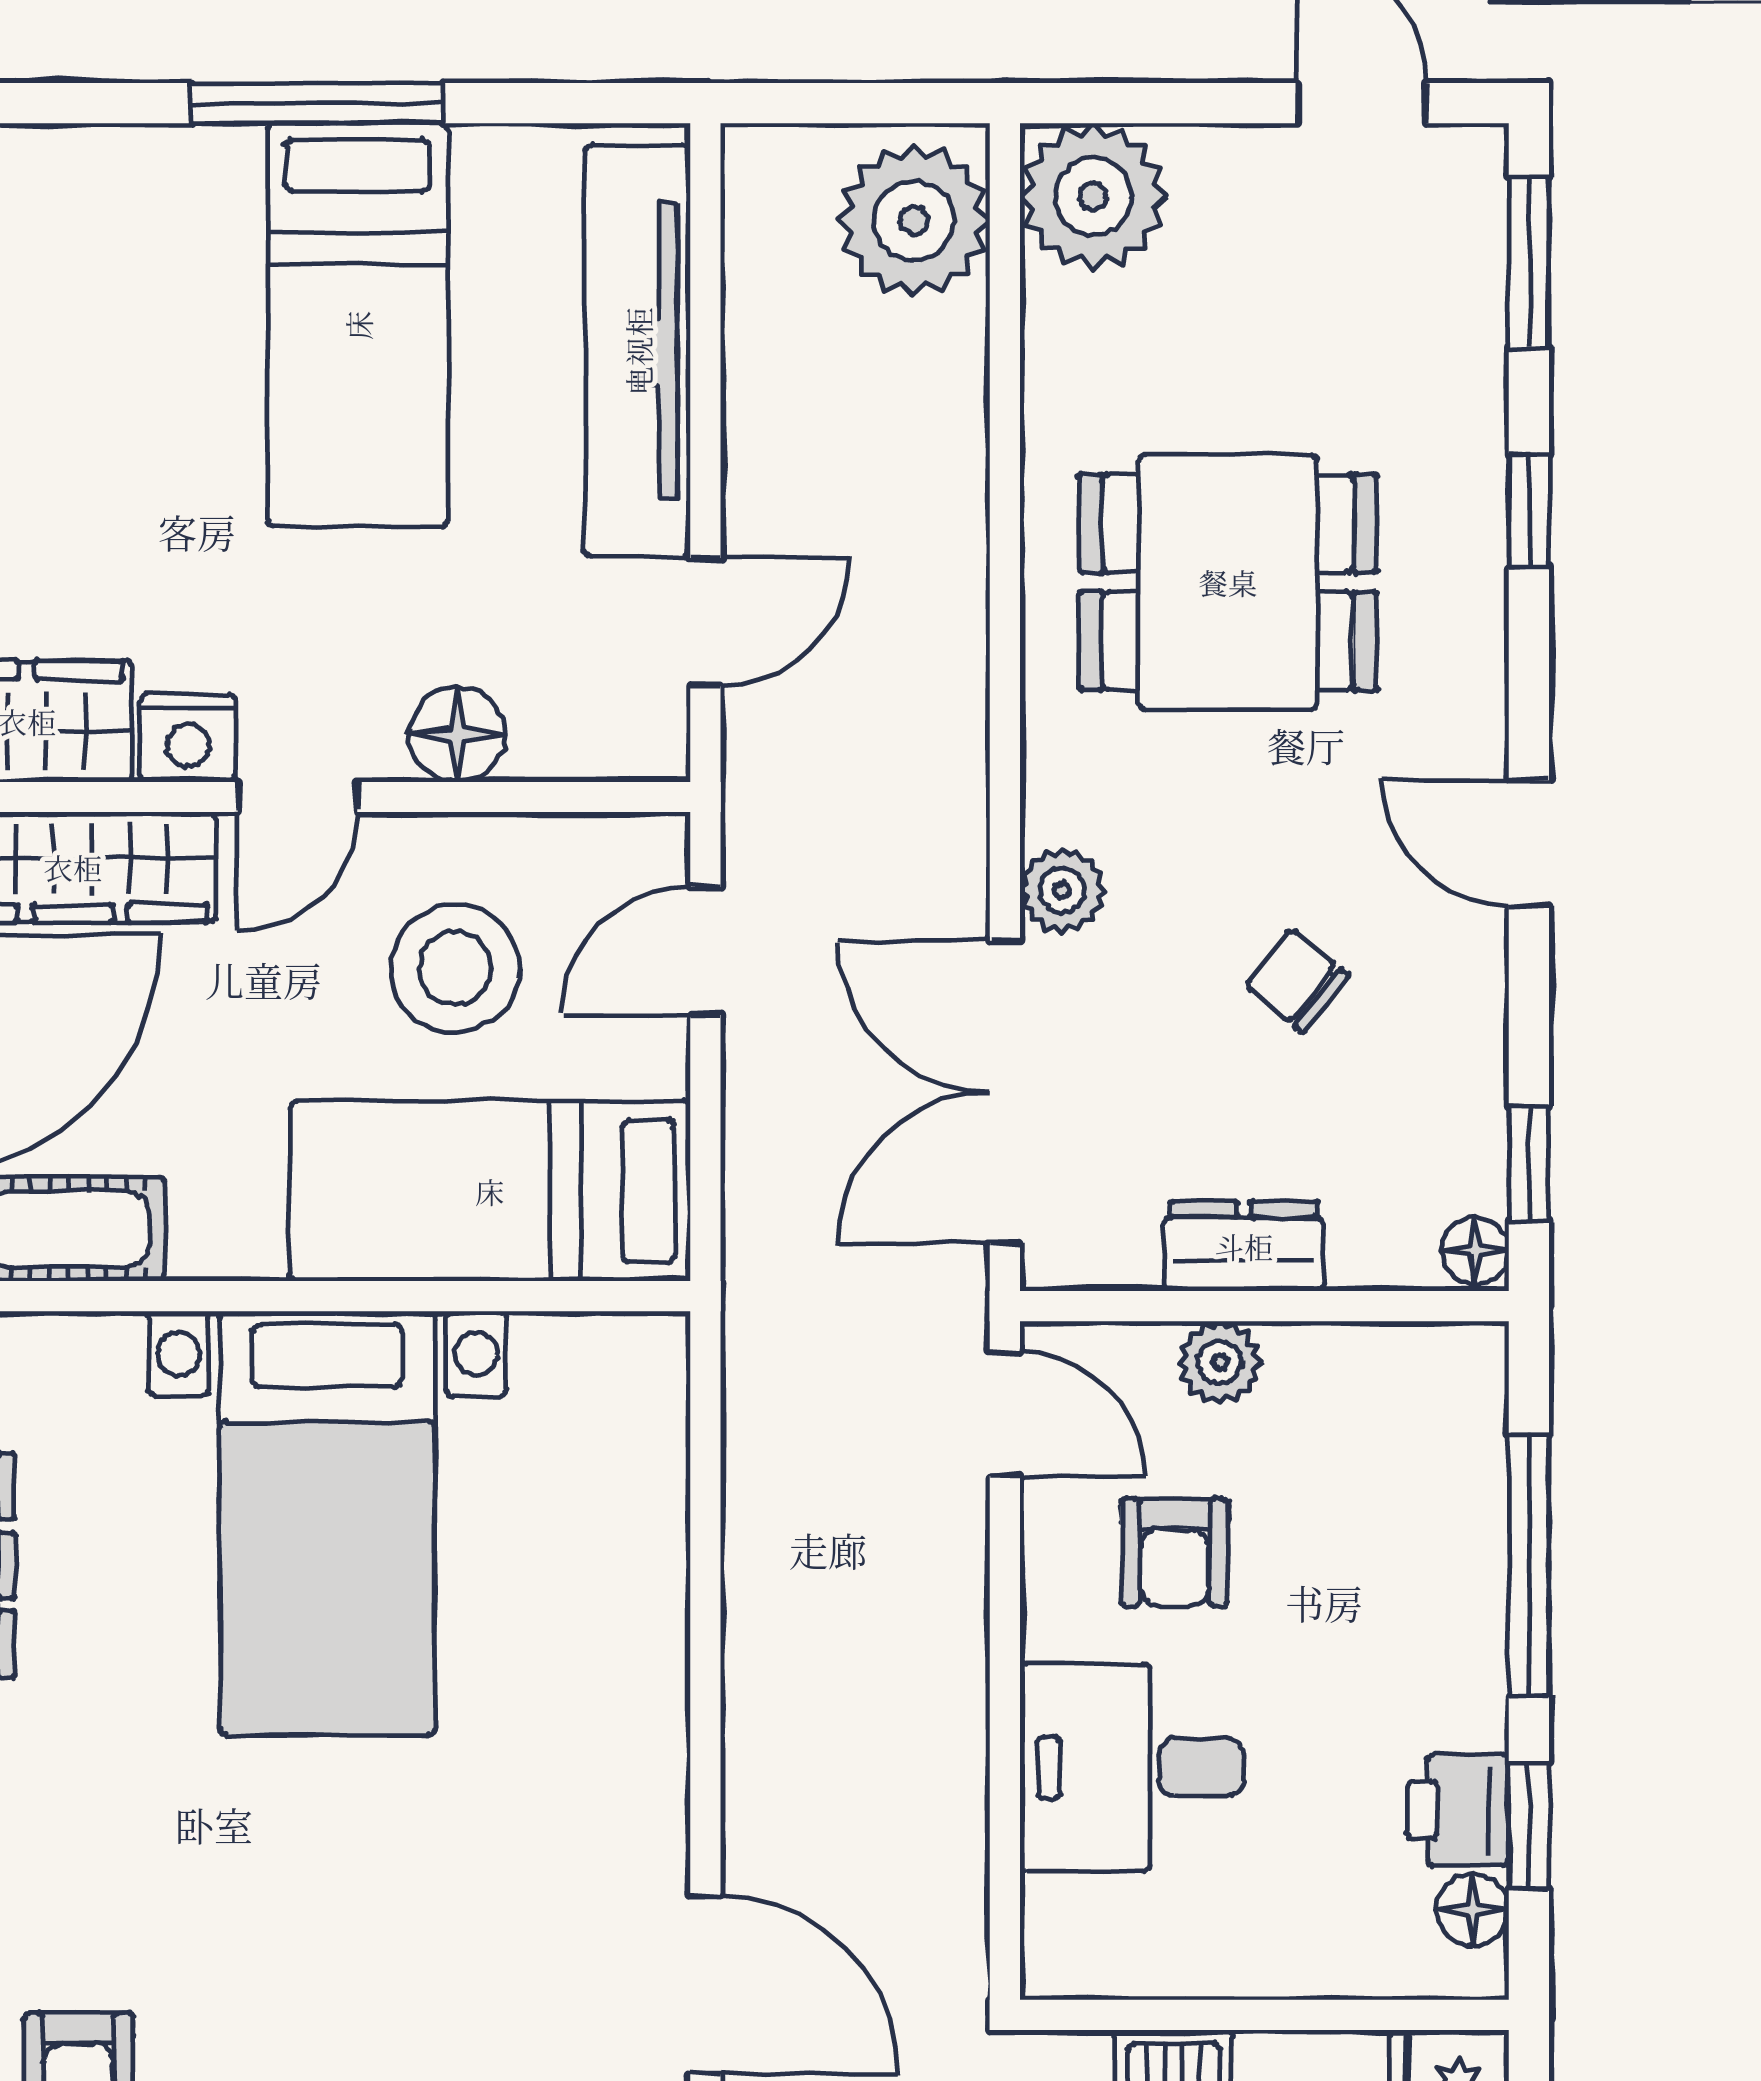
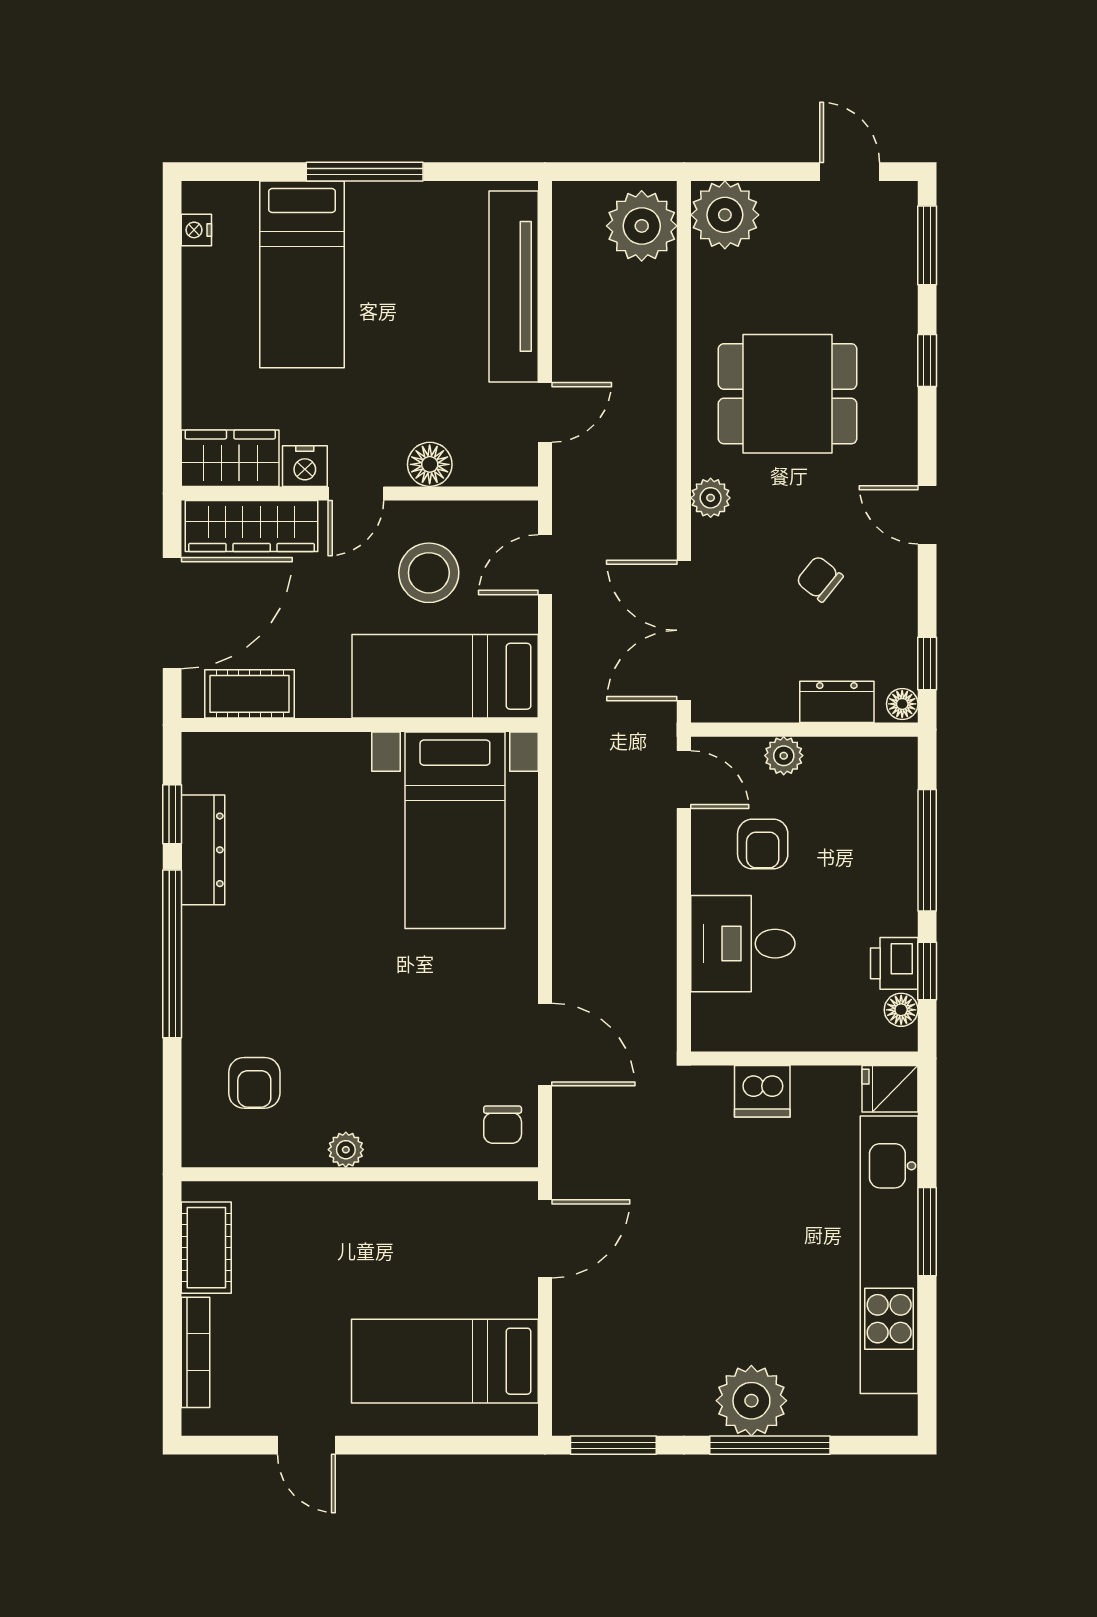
bed: (358, 325) -> (302, 274), moved
plant: (1062, 890) -> (711, 498), moved
dresser: (1244, 1246) -> (837, 702), moved
bed with nightstands: (328, 1523) -> (455, 830), moved

